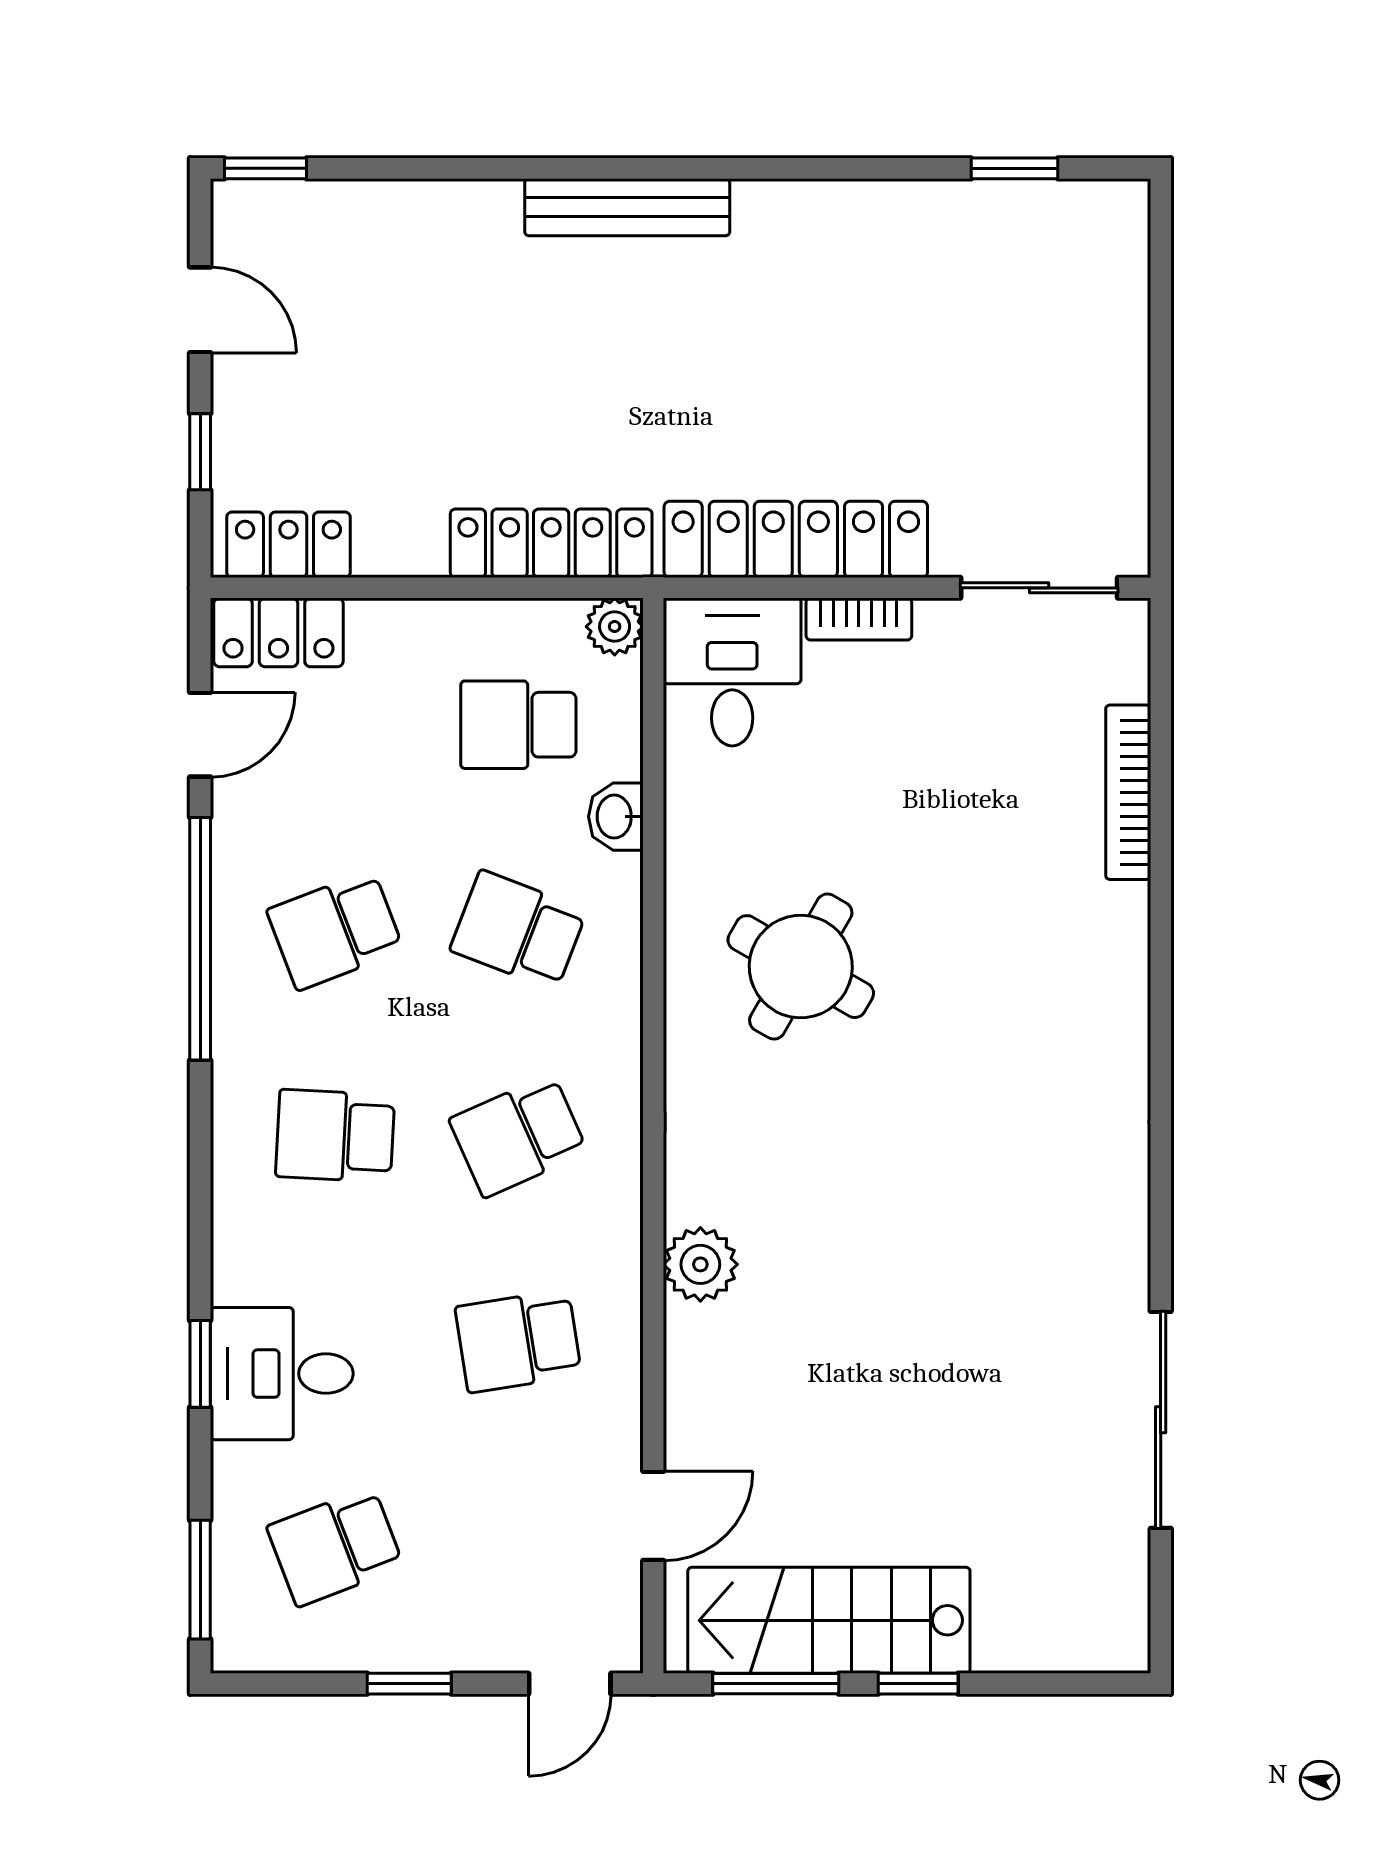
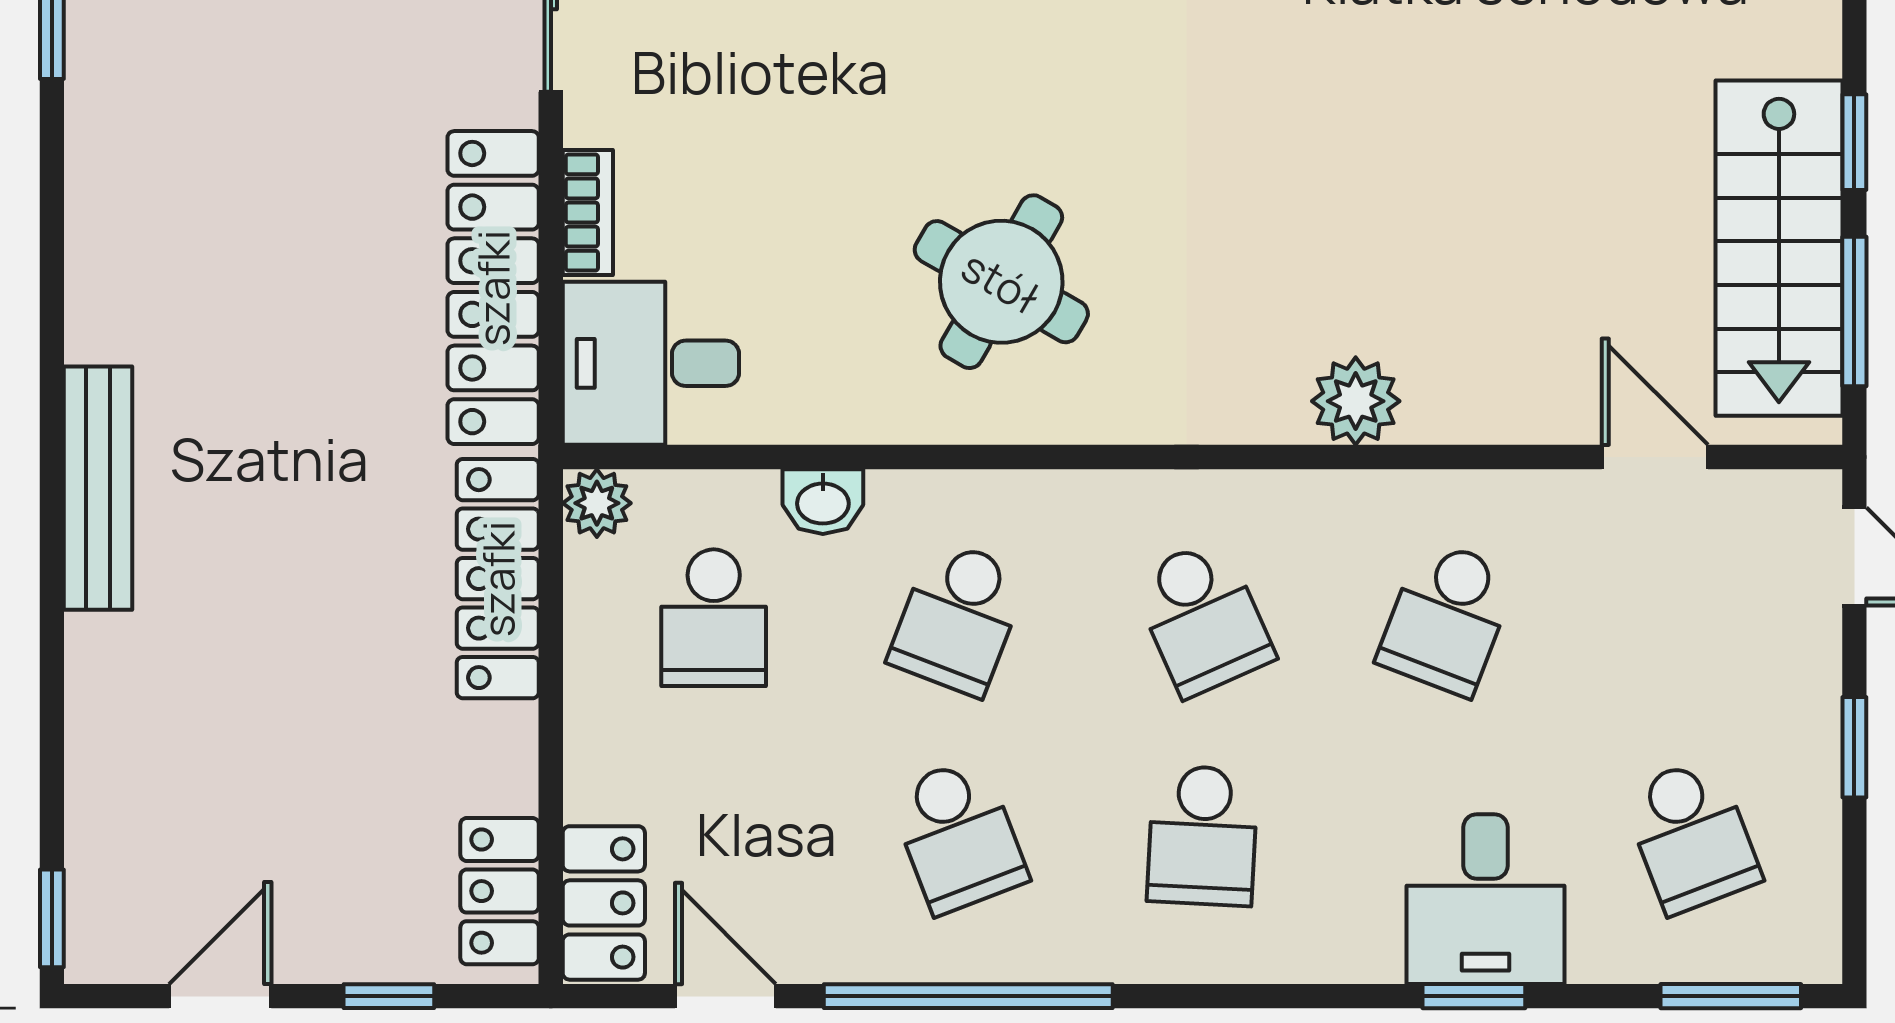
school desk: (518, 1341) -> (1447, 618), turned 30

